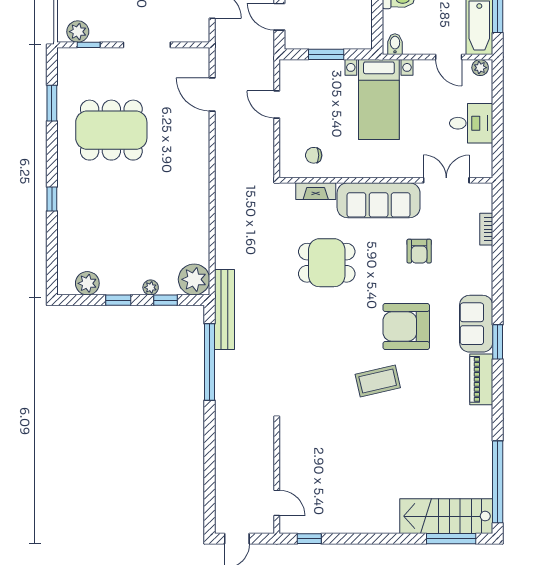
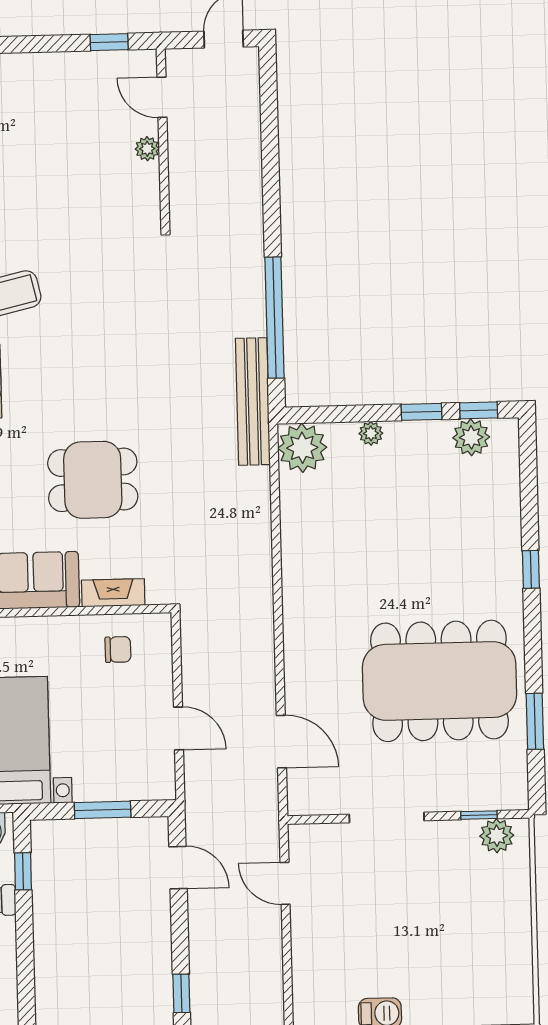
window: (377, 17) -> (23, 871), added
dining table: (111, 130) -> (439, 681), width x1.36, depth x1.24
window: (166, 300) -> (479, 410), moved
plant: (287, 471) -> (147, 149), added

